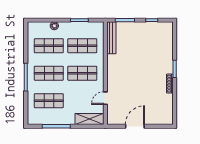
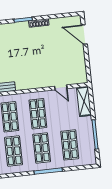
door: (135, 126) -> (84, 35), moved

